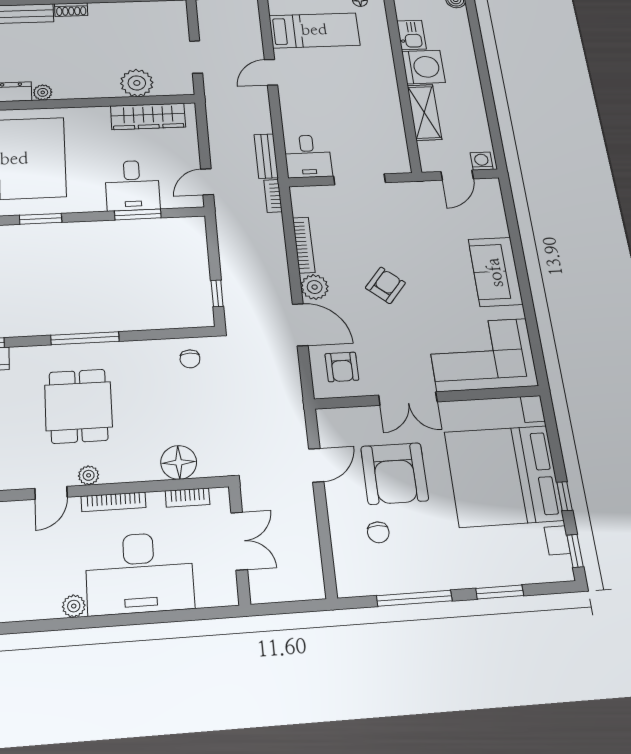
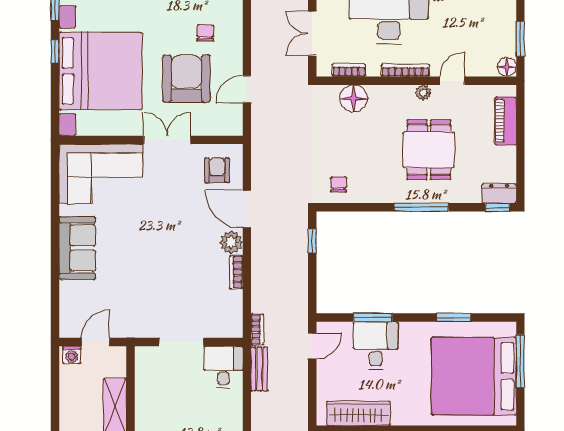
bookcase: (304, 245) -> (236, 272), width x0.64
armchair: (385, 285) -> (172, 240), removed

